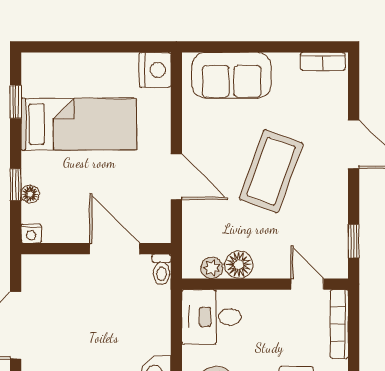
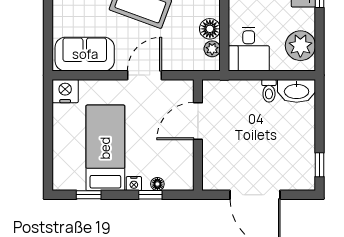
sofa: (232, 75) -> (85, 54), moved, turned -90
nightstand: (31, 234) -> (134, 184), moved, turned 90
toilet: (161, 270) -> (269, 91), moved, turned 90

